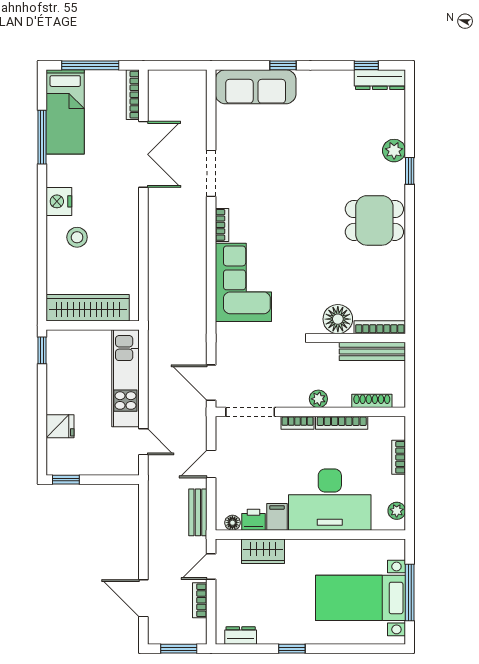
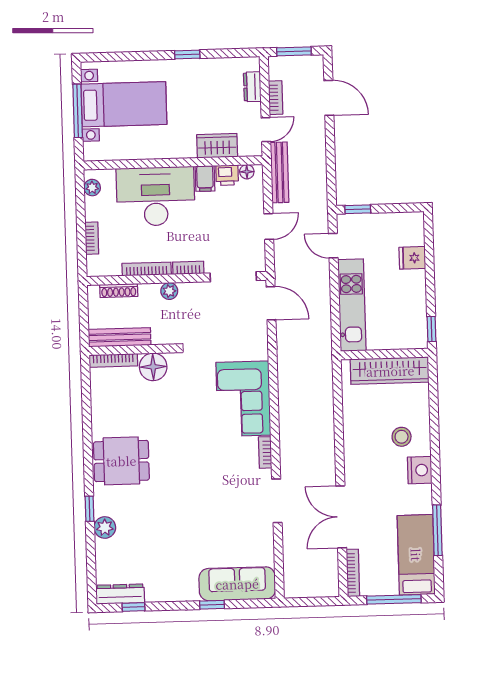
window: (66, 480) -> (358, 209), moved
bench: (198, 512) -> (280, 172), width x1.36
dresser: (241, 636) -> (252, 87), moved, turned 90

